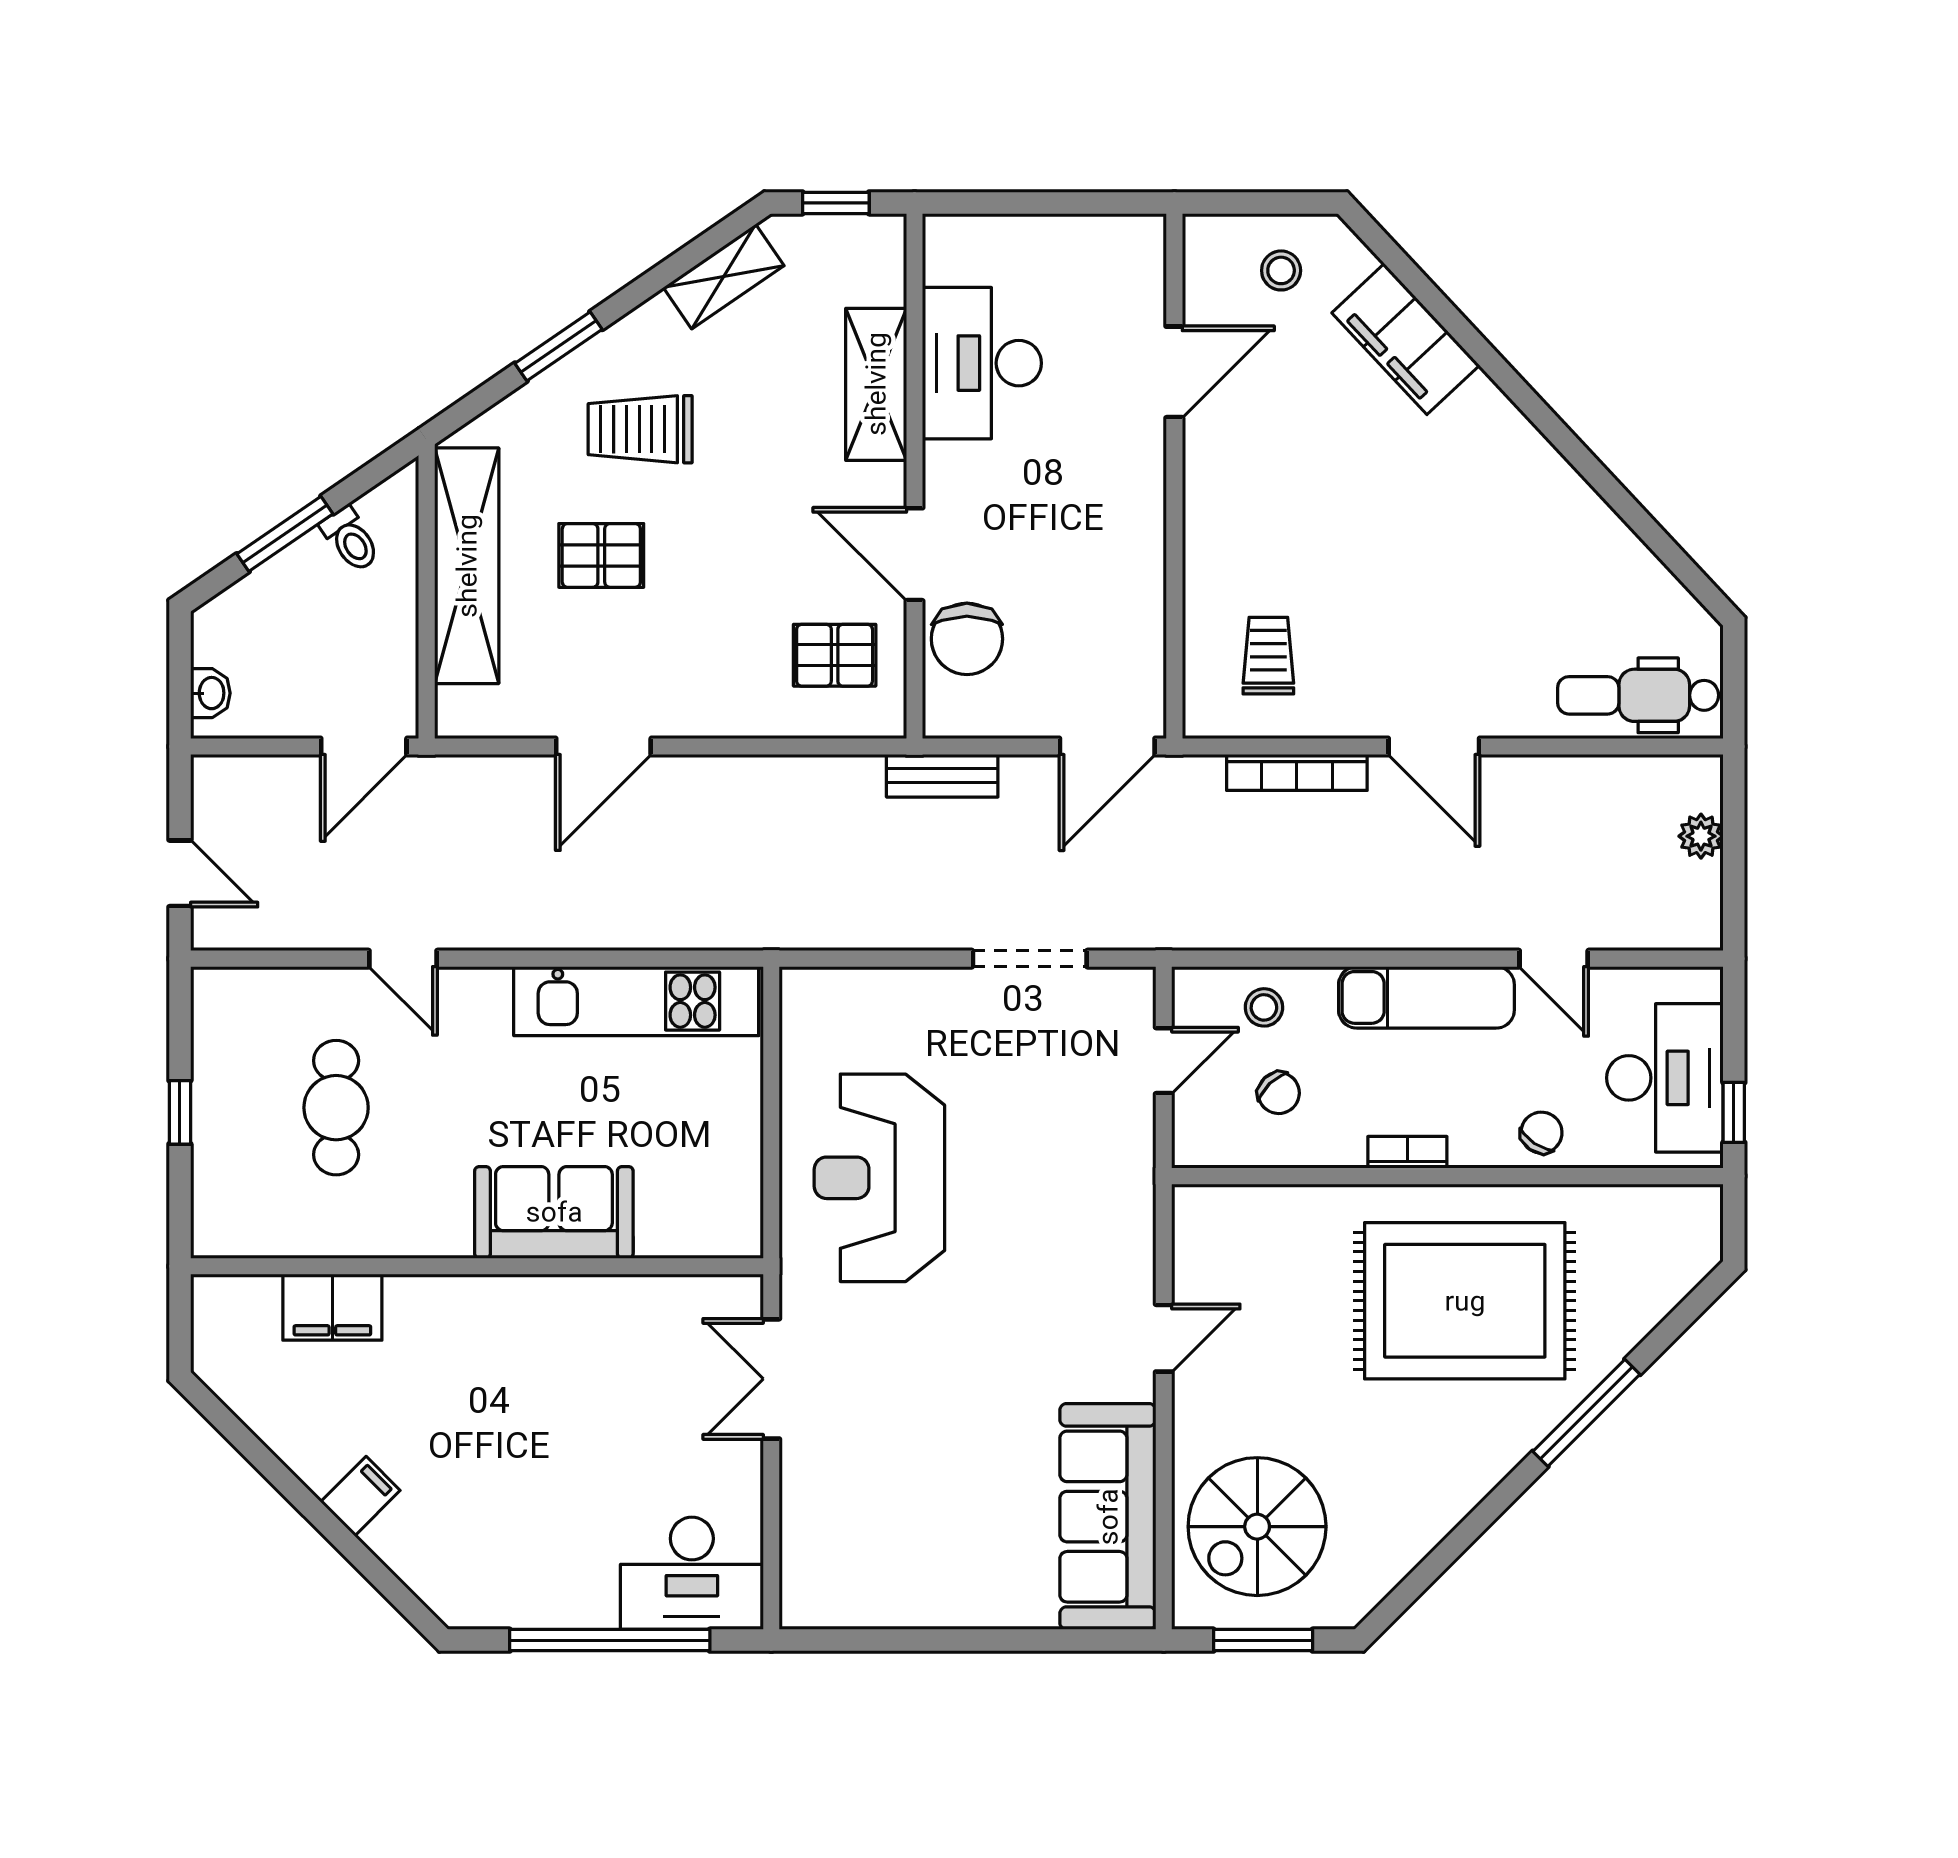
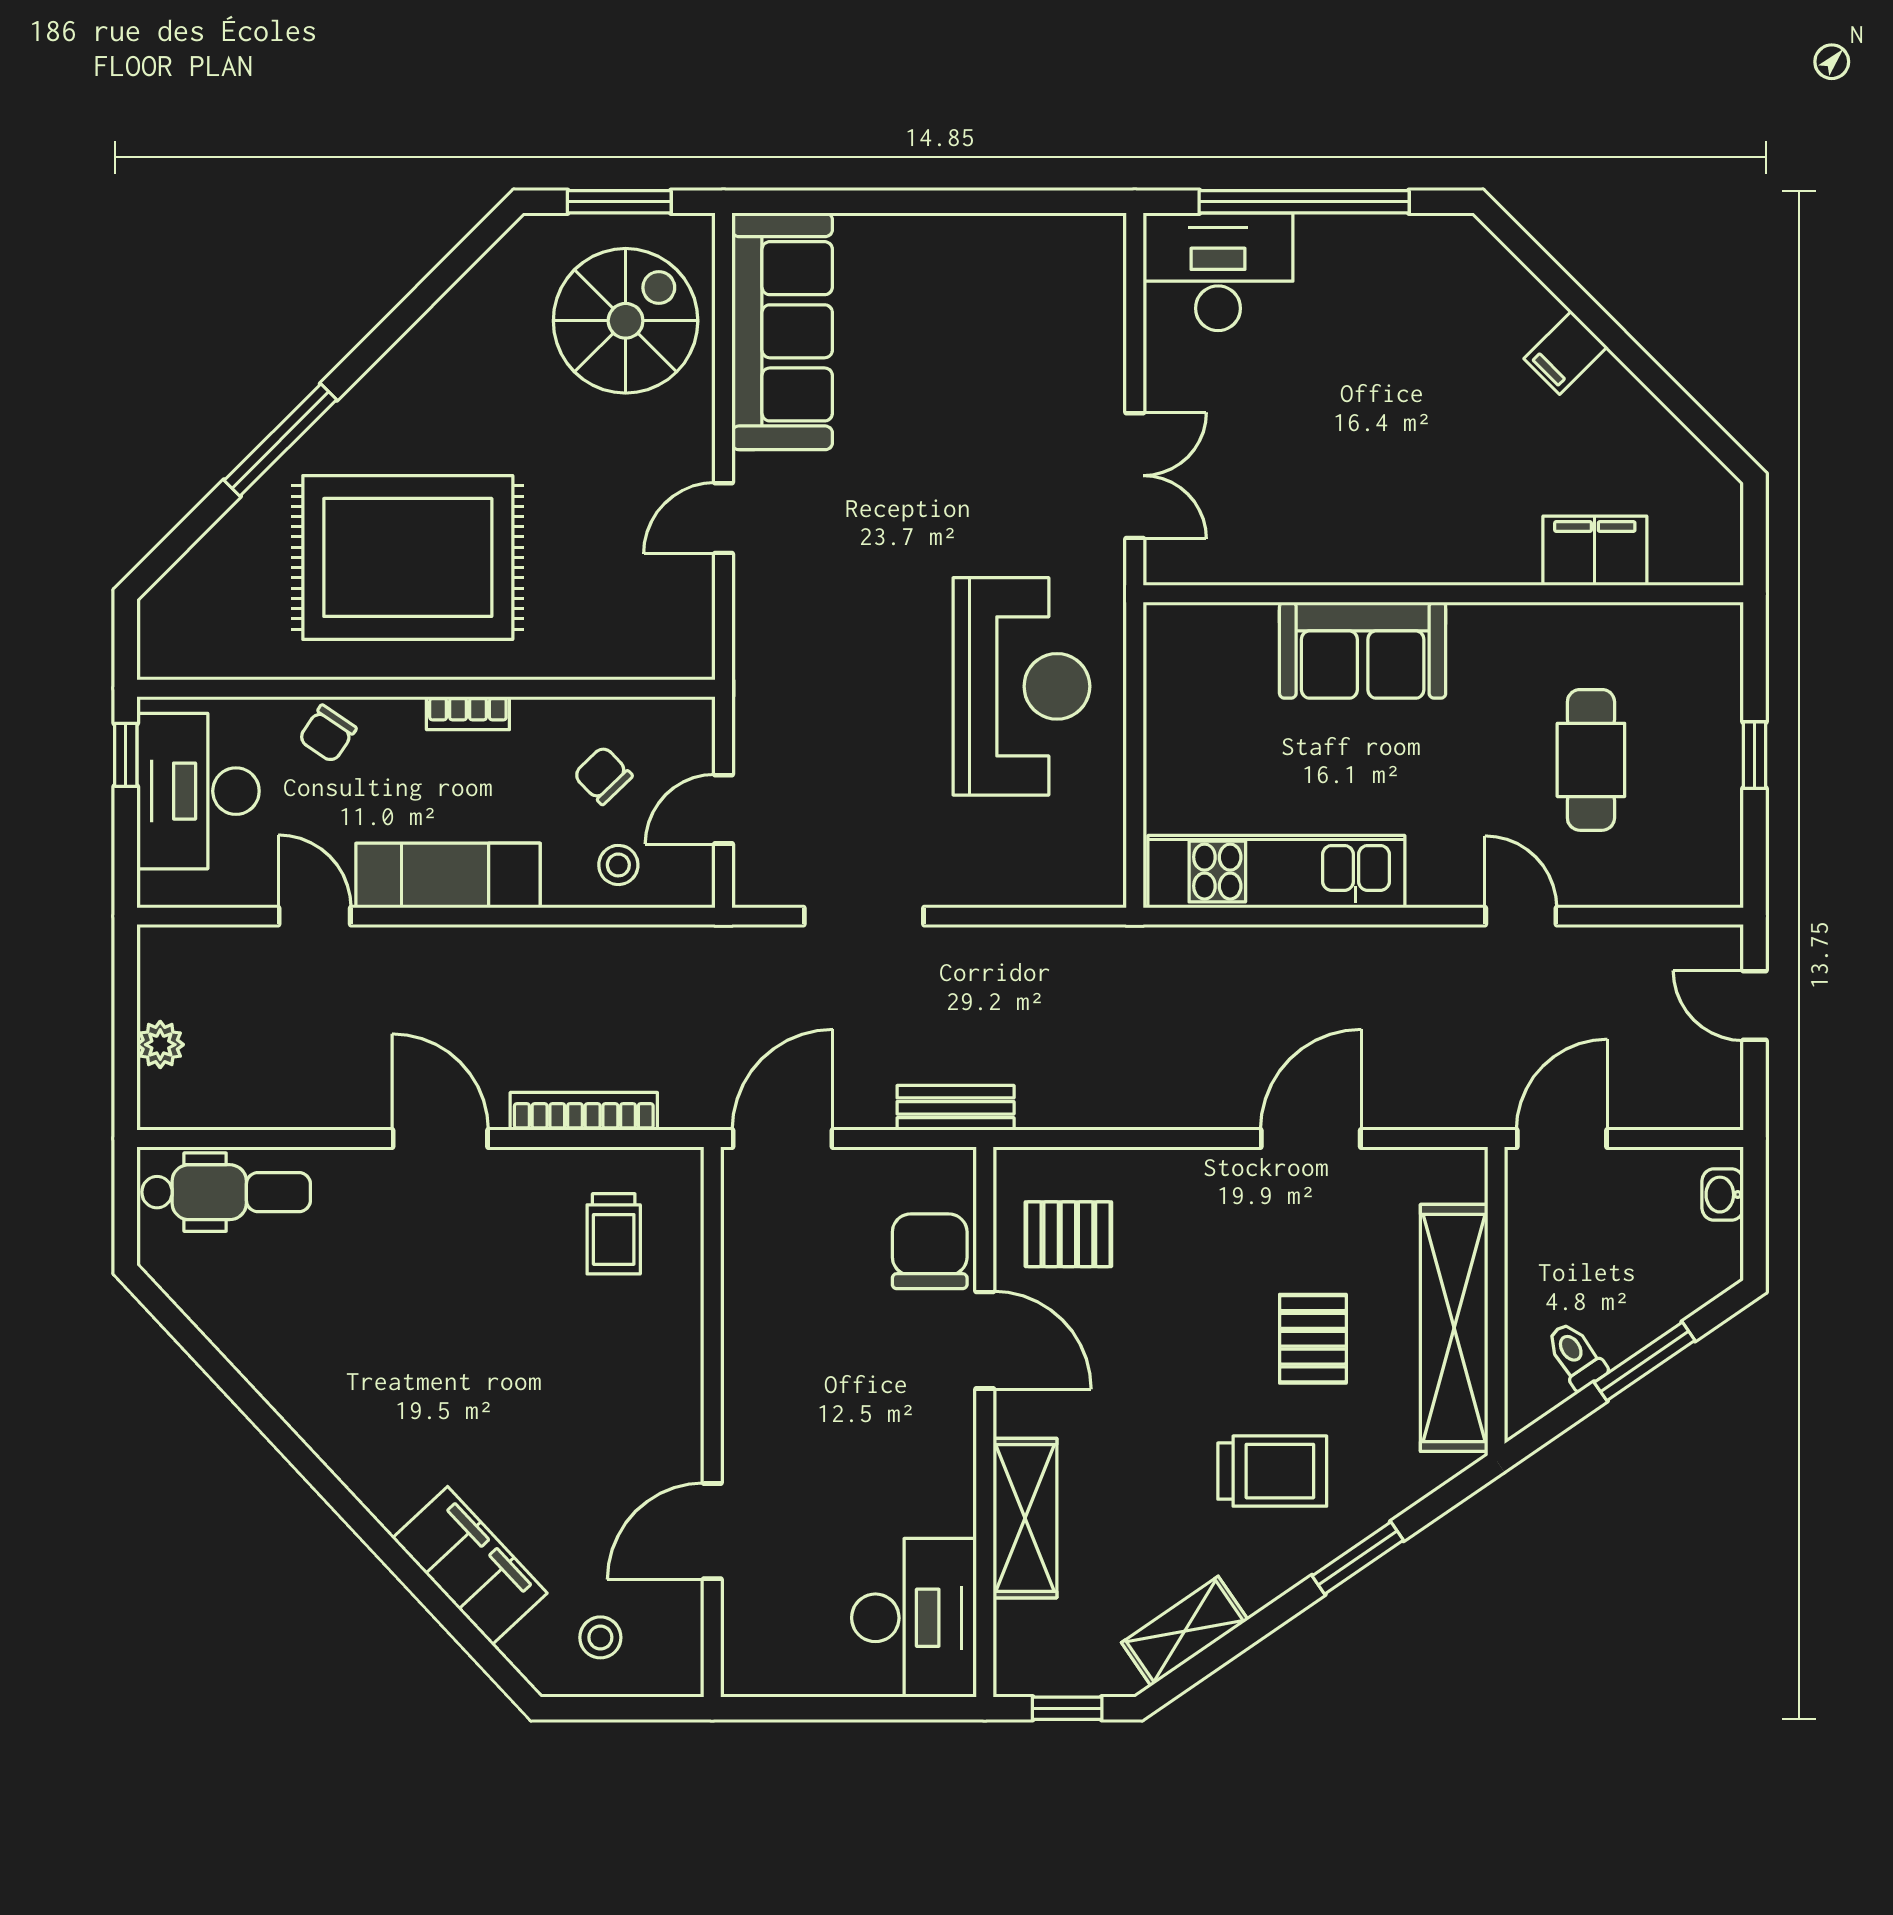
desk: (982, 363) -> (914, 1618), moved
pallet: (601, 555) -> (1313, 1339), turned 90

